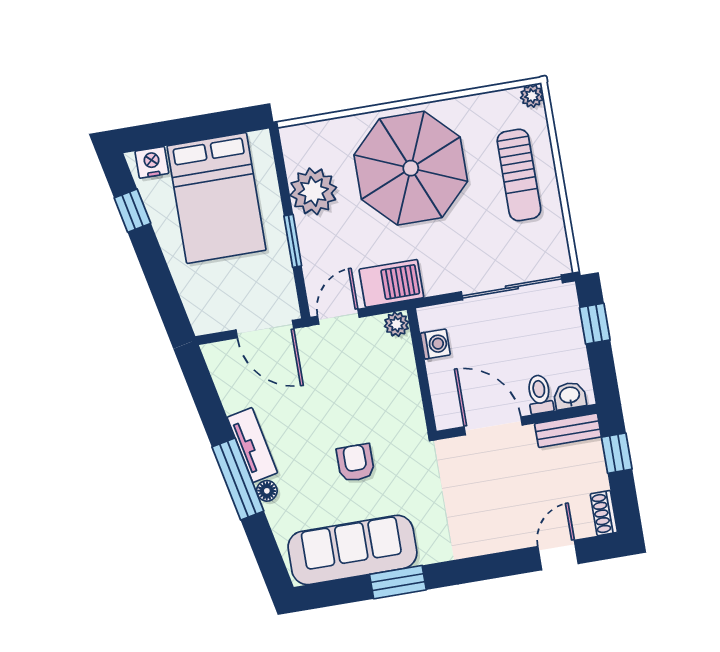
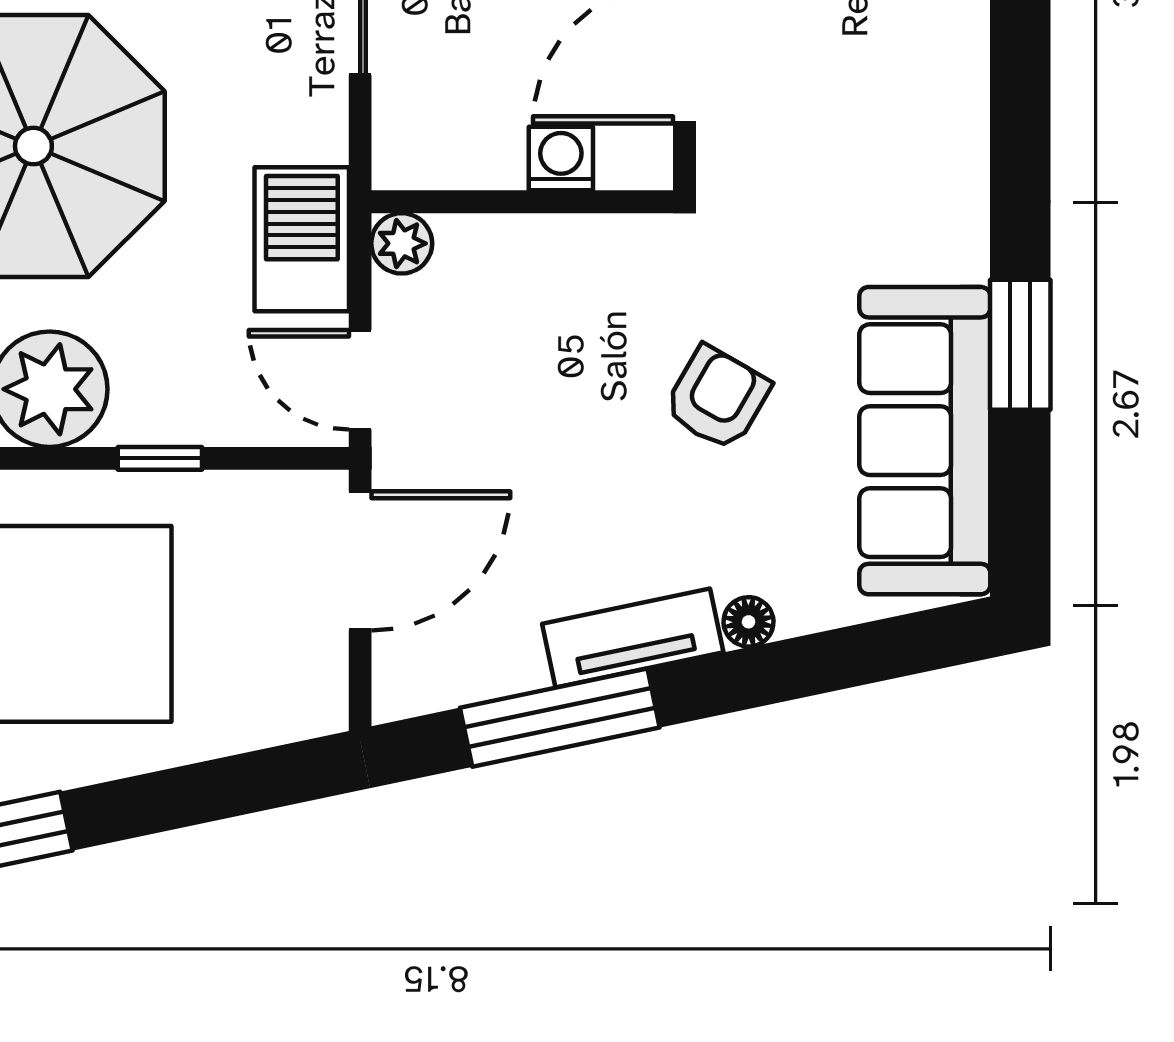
window: (293, 241) -> (160, 458), width x0.67
washing machine: (435, 344) -> (561, 158), moved
armchair: (355, 463) -> (717, 398), turned 120
window: (238, 479) -> (560, 718), moved

